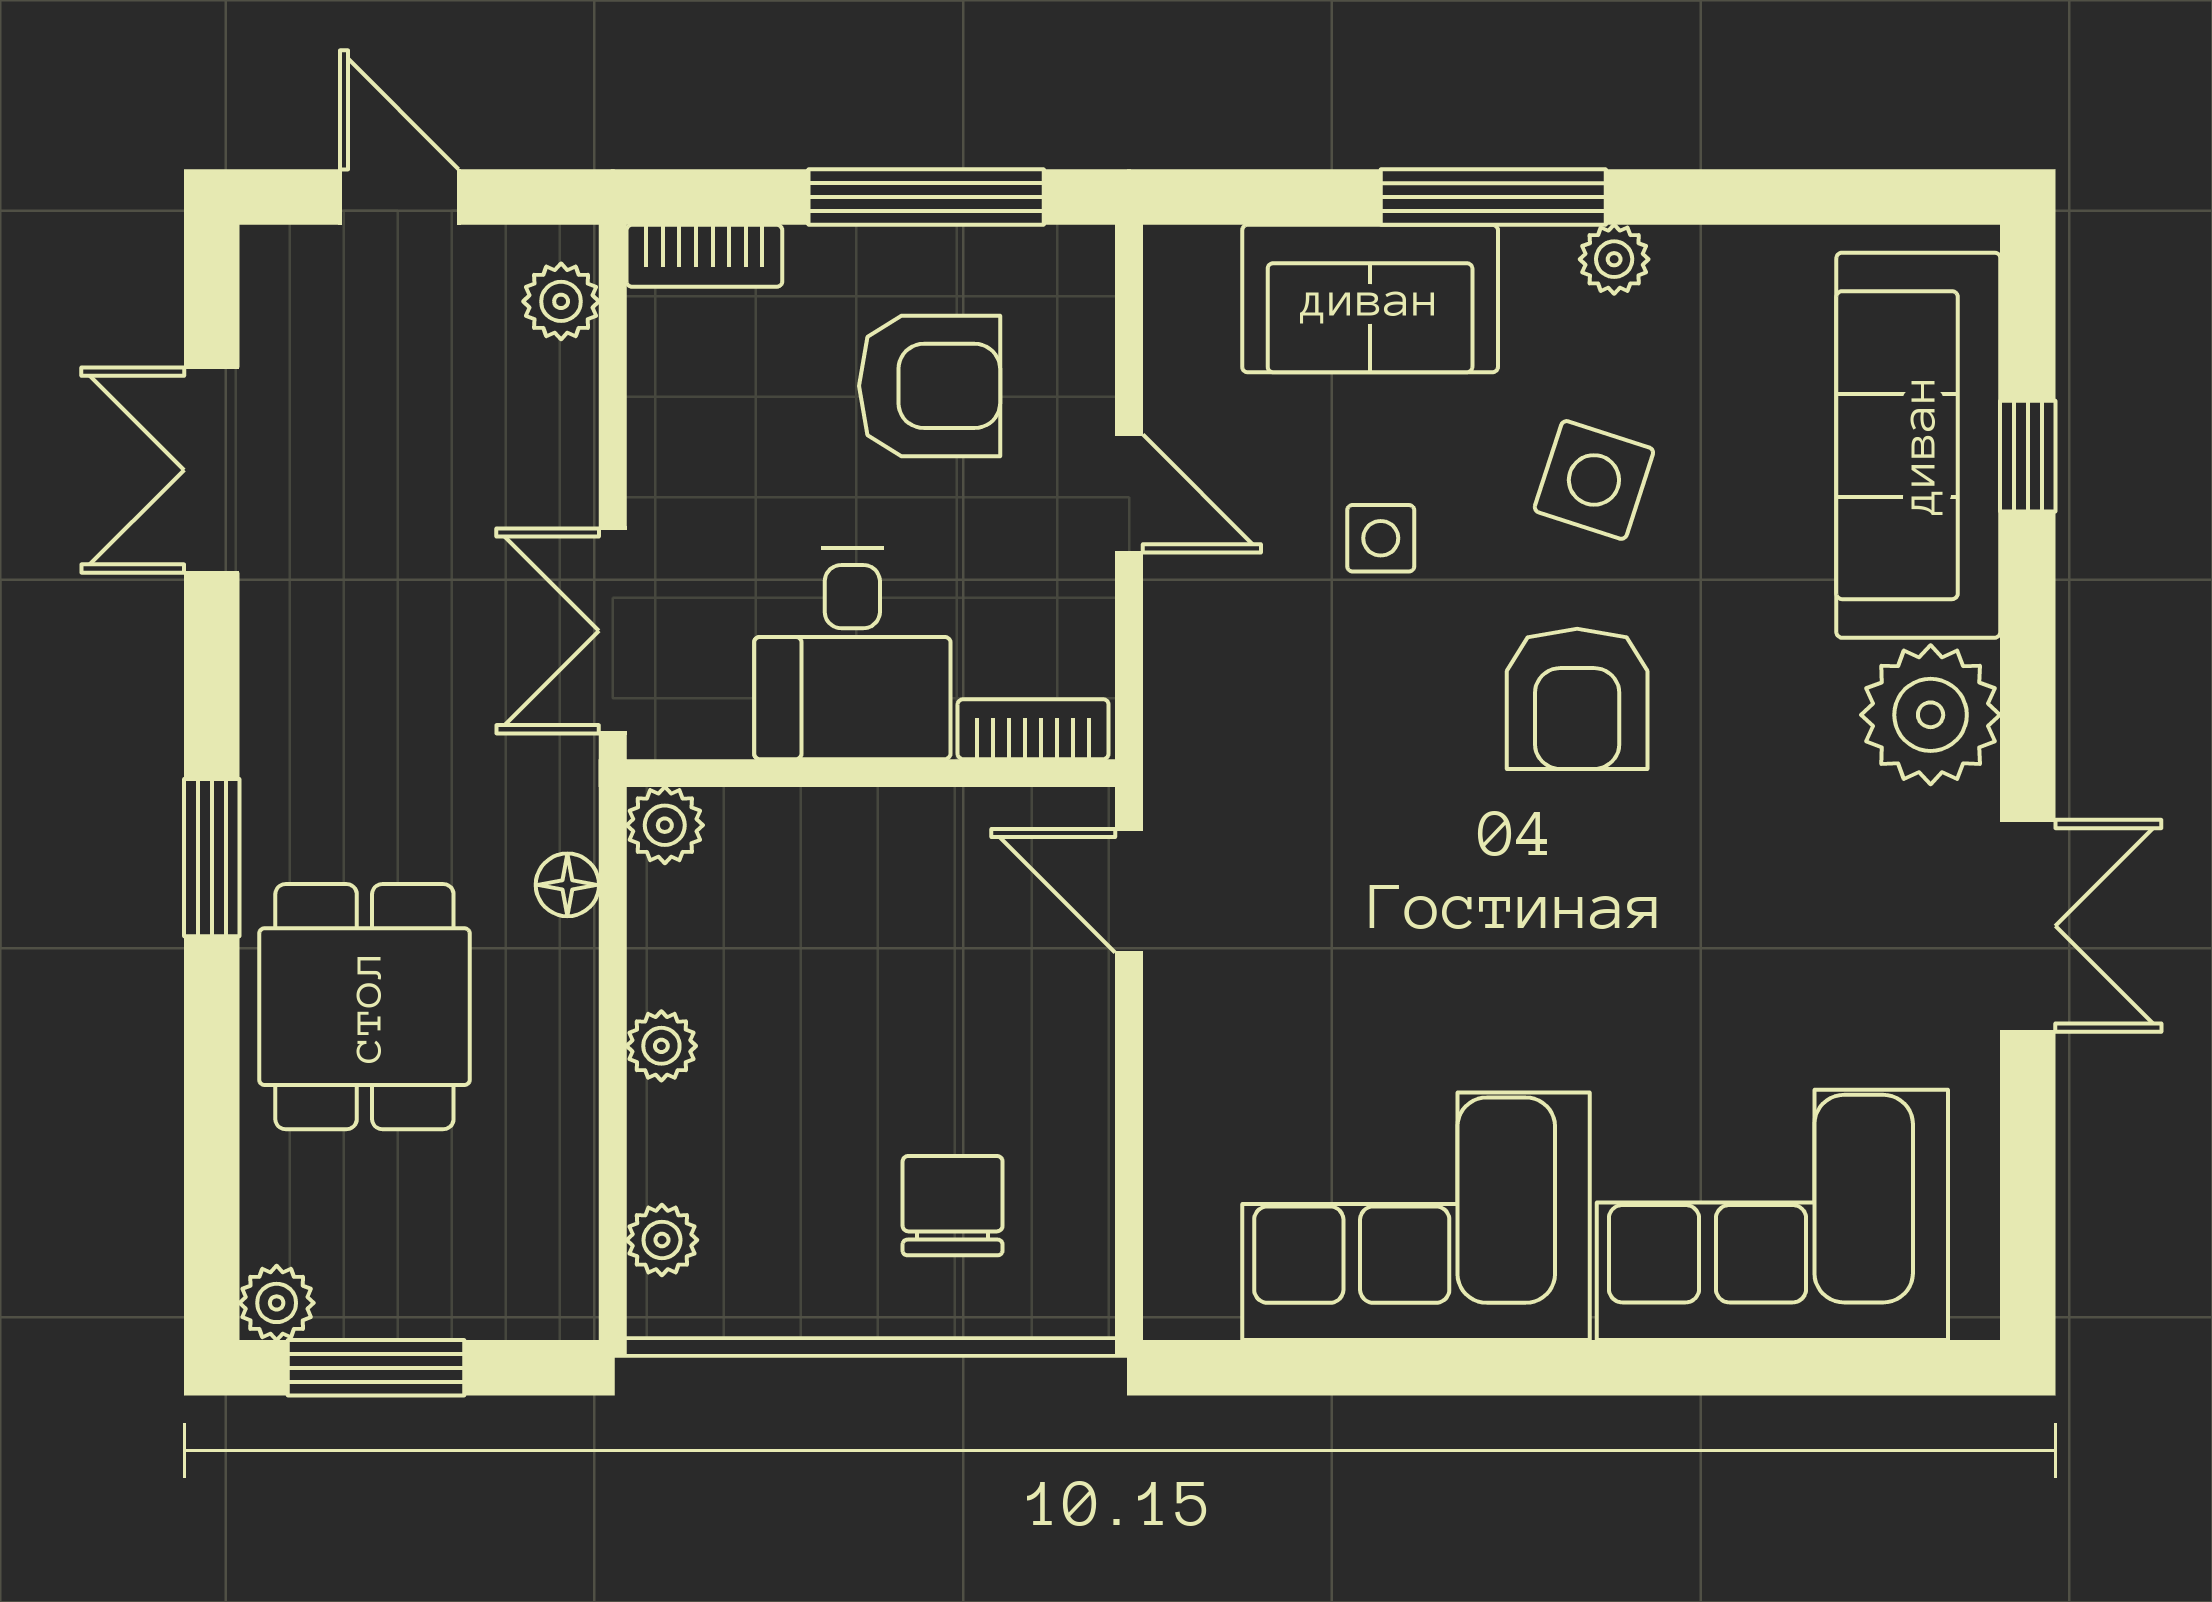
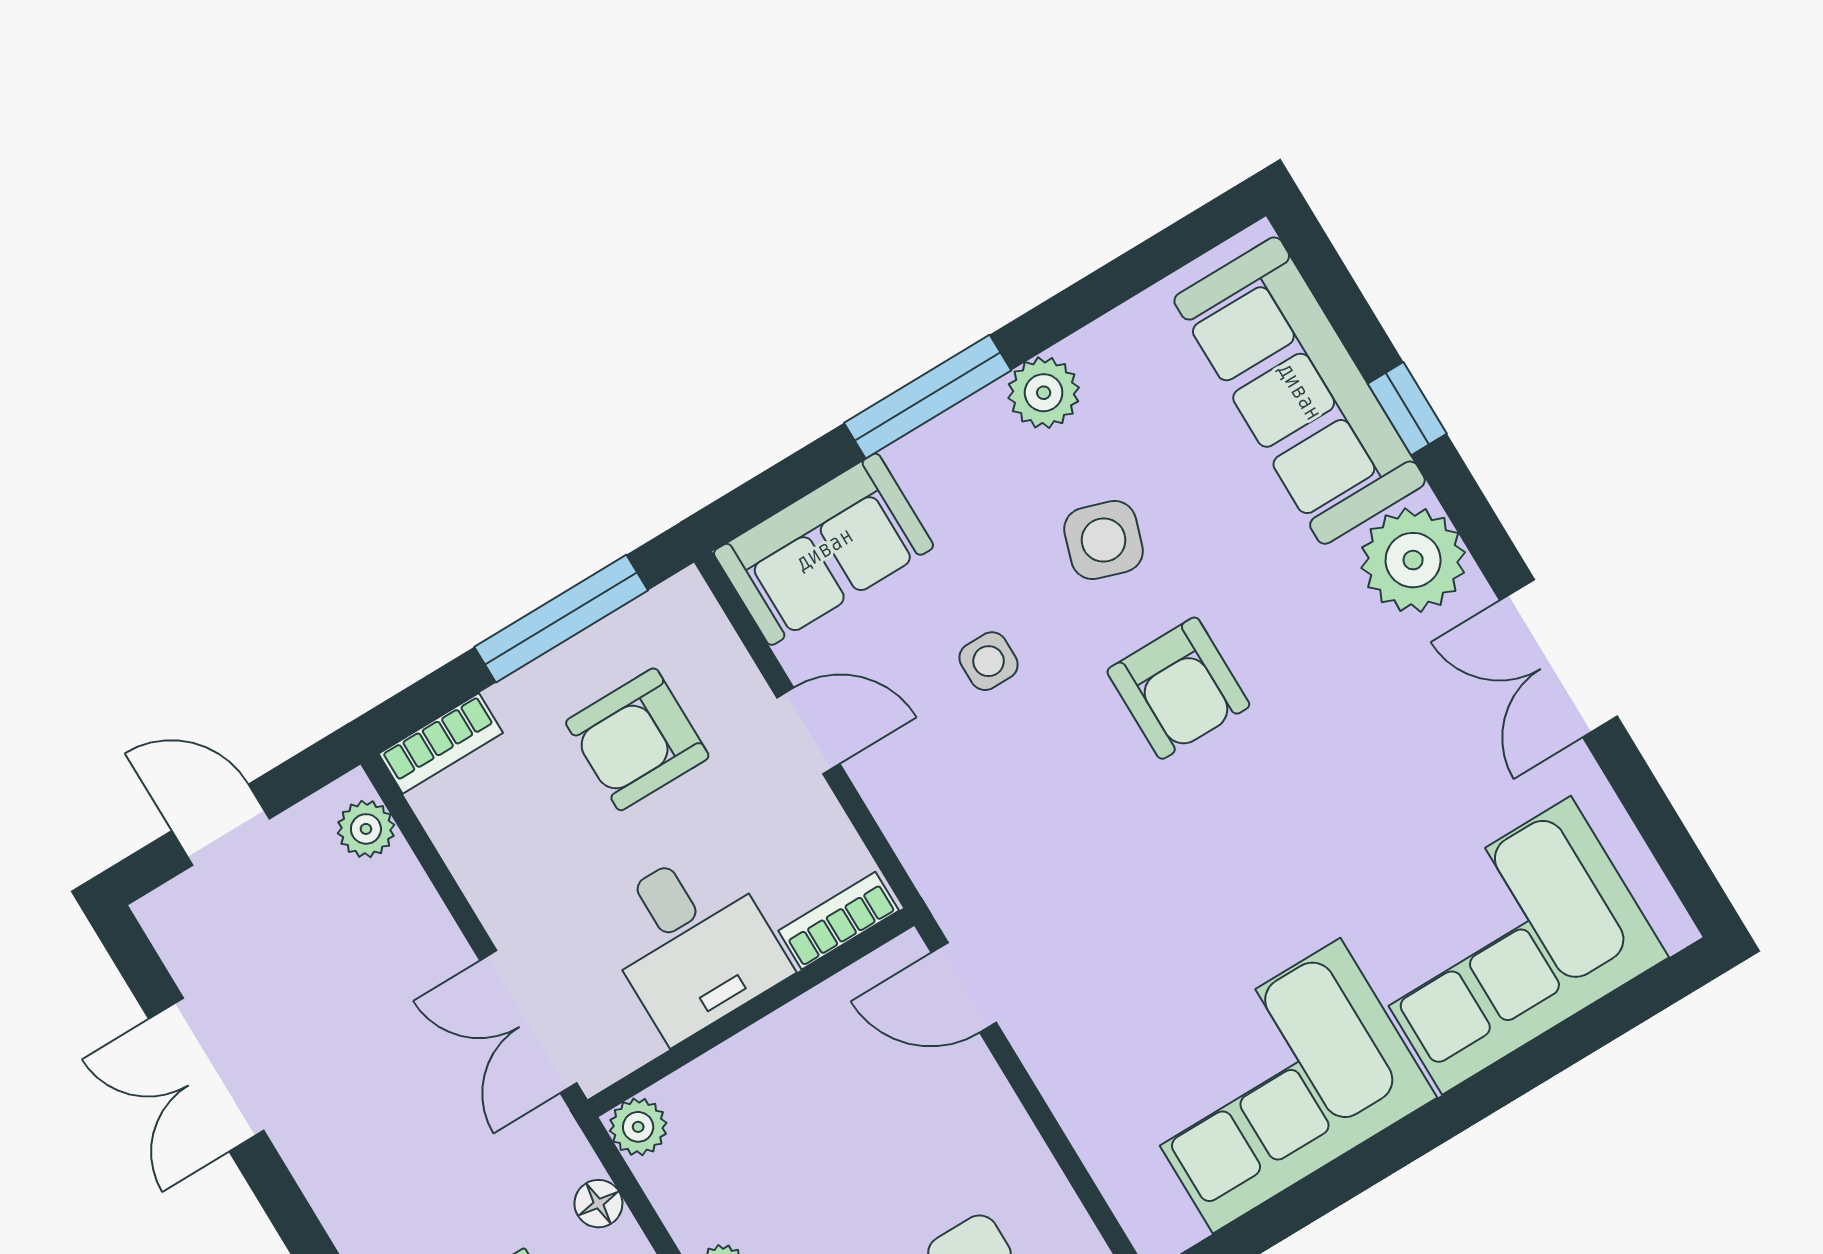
plant: (1614, 259) -> (1044, 393), width x1.38, depth x1.38
sofa: (1370, 299) -> (824, 549), moved
armchair: (930, 386) -> (637, 739), turned 180
window: (2028, 456) -> (1407, 409), moved
double door: (2028, 926) -> (1559, 658), swing flipped

